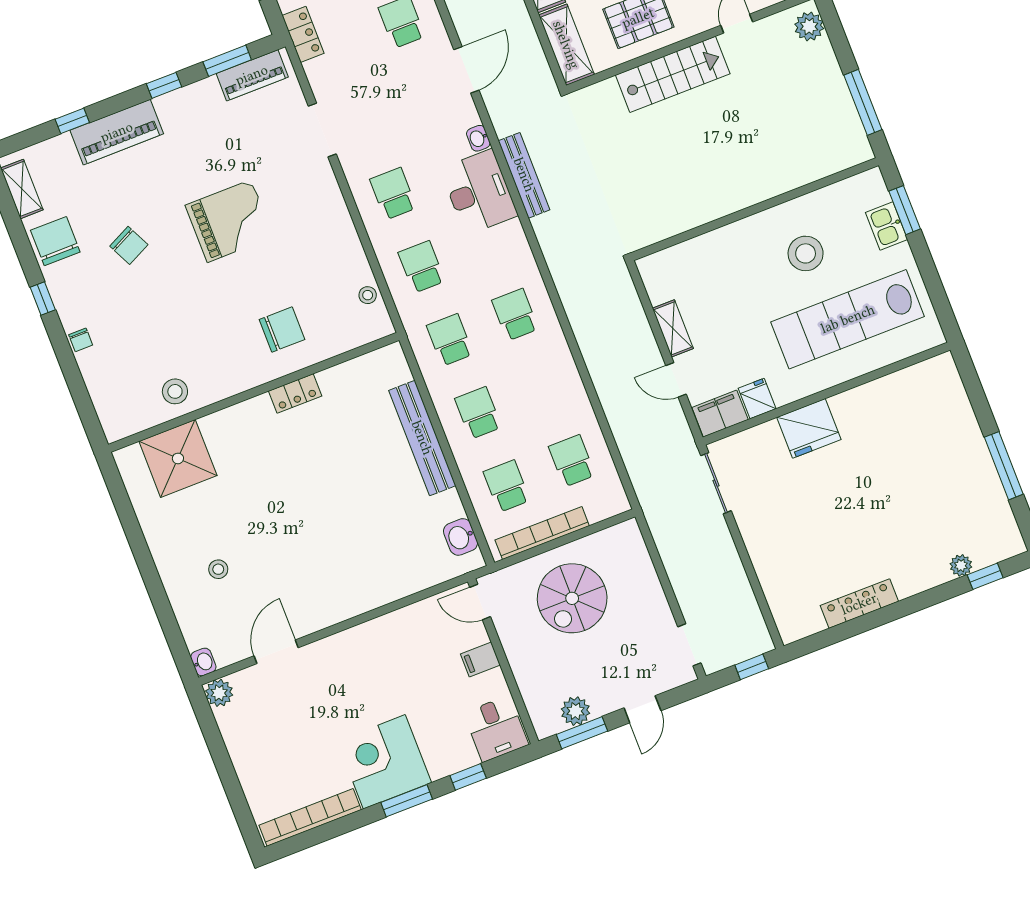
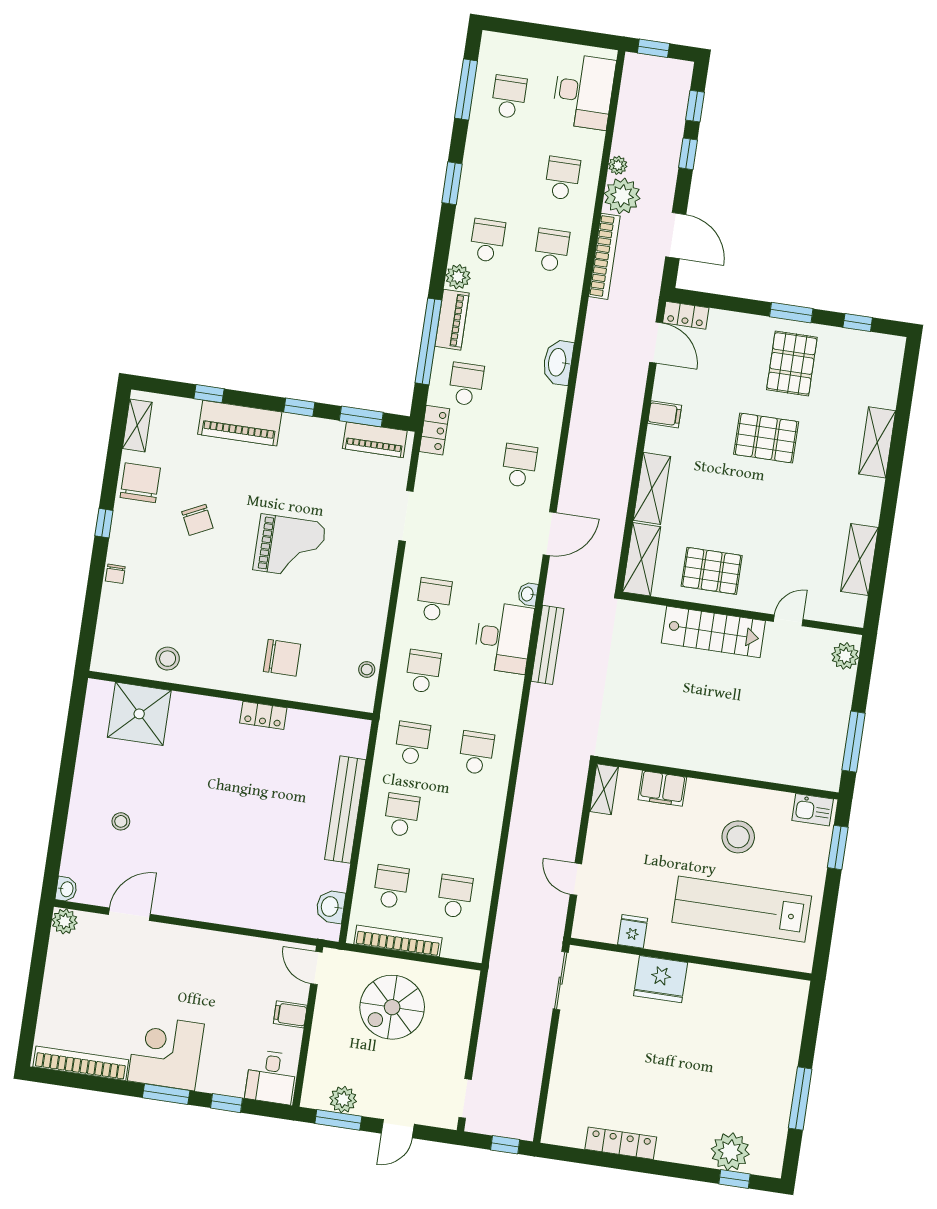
kitchen sink: (887, 226) -> (813, 810), moved, turned -90
shelving: (673, 328) -> (604, 789), moved
filing cabinet: (720, 414) -> (662, 788), moved, turned 180
plant: (961, 565) -> (730, 1152), width x1.87, depth x1.87

